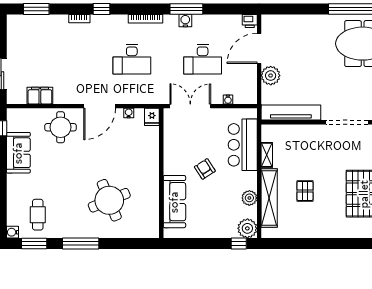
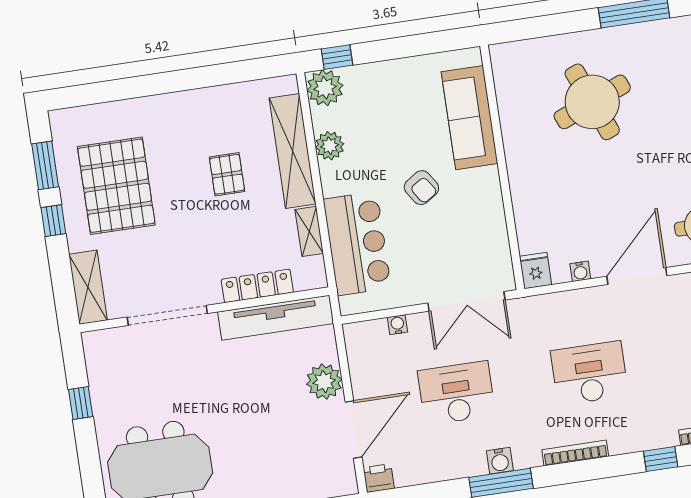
locker: (298, 131) -> (257, 286), added

